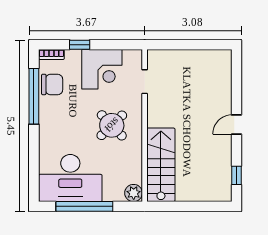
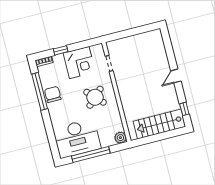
chair: (52, 84) -> (53, 94), moved, turned -90
stairs: (161, 165) -> (159, 124), moved, turned -90

